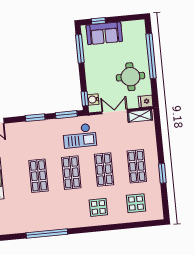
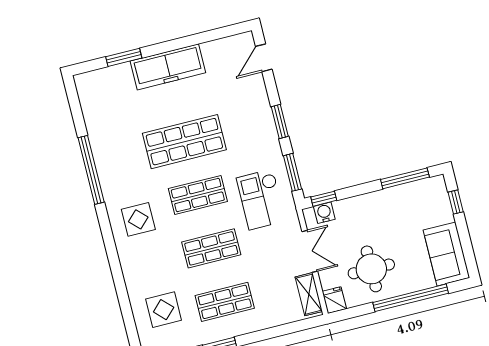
sofa: (104, 33) -> (446, 254), moved
shop shelf: (38, 176) -> (184, 142), width x1.43, depth x1.36
display table: (98, 207) -> (138, 219), moved

